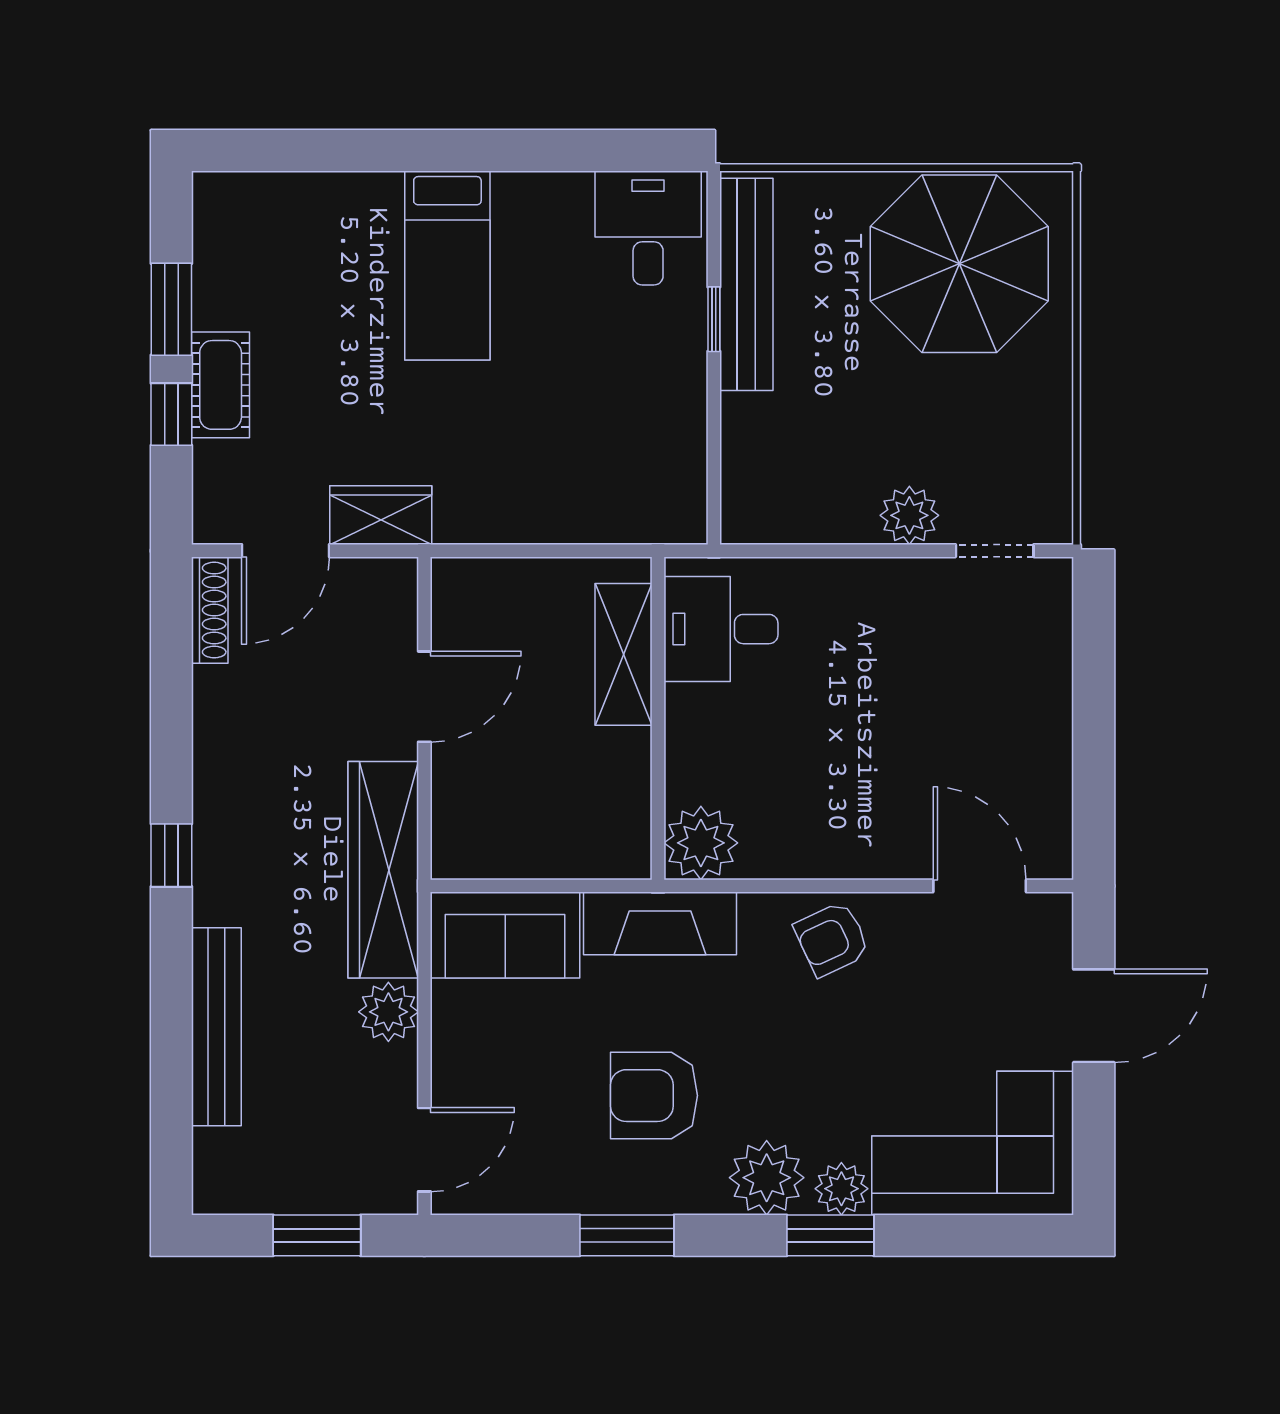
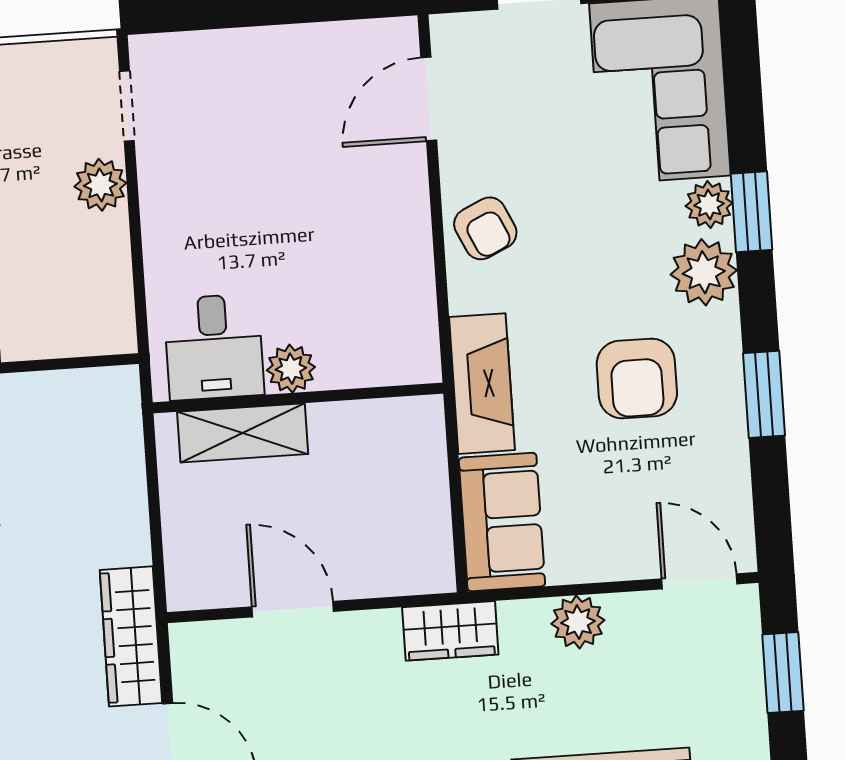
wardrobe: (381, 515) -> (131, 636), width x1.50
plant: (701, 843) -> (291, 369), moved, width x0.73, depth x0.73
wardrobe: (383, 870) -> (450, 631), width x0.48, depth x0.85

